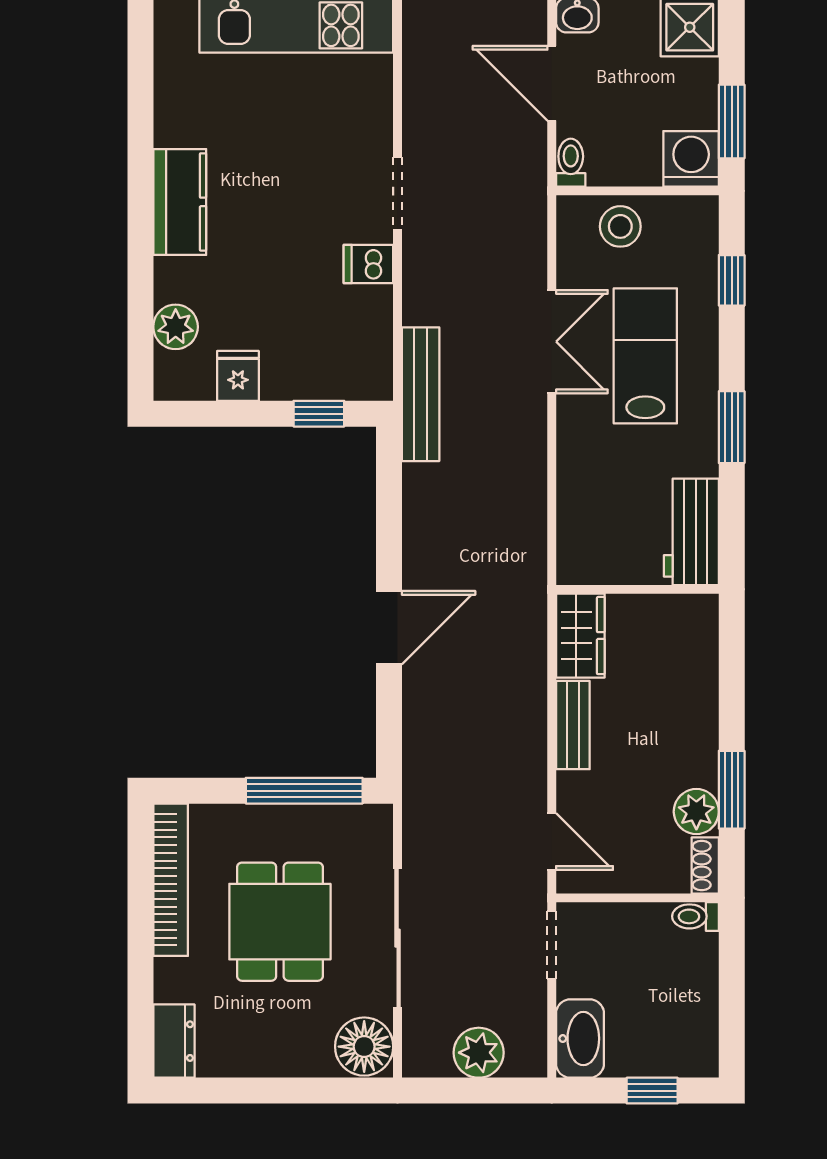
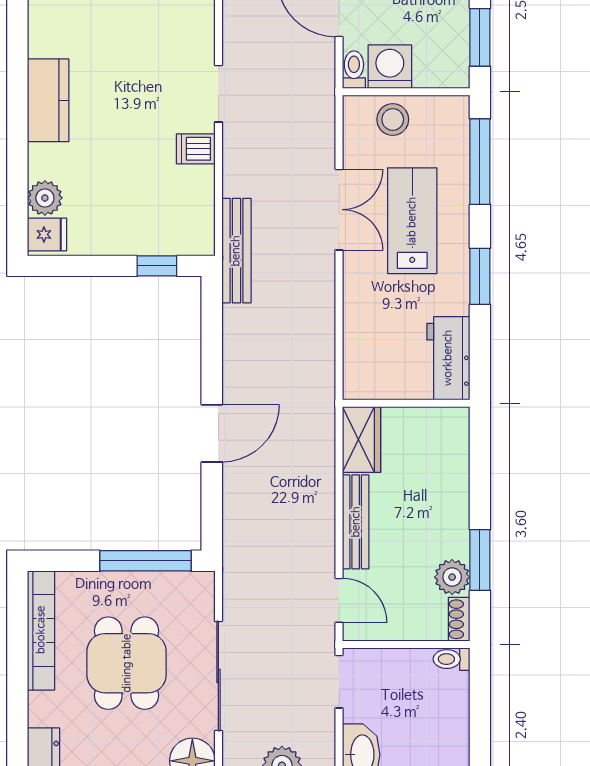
washing machine: (691, 159) -> (390, 67), moved
window: (732, 280) -> (480, 162), width x2.17
fridge: (238, 376) -> (47, 234), moved, turned 90
bench: (573, 725) -> (356, 522), width x1.36

